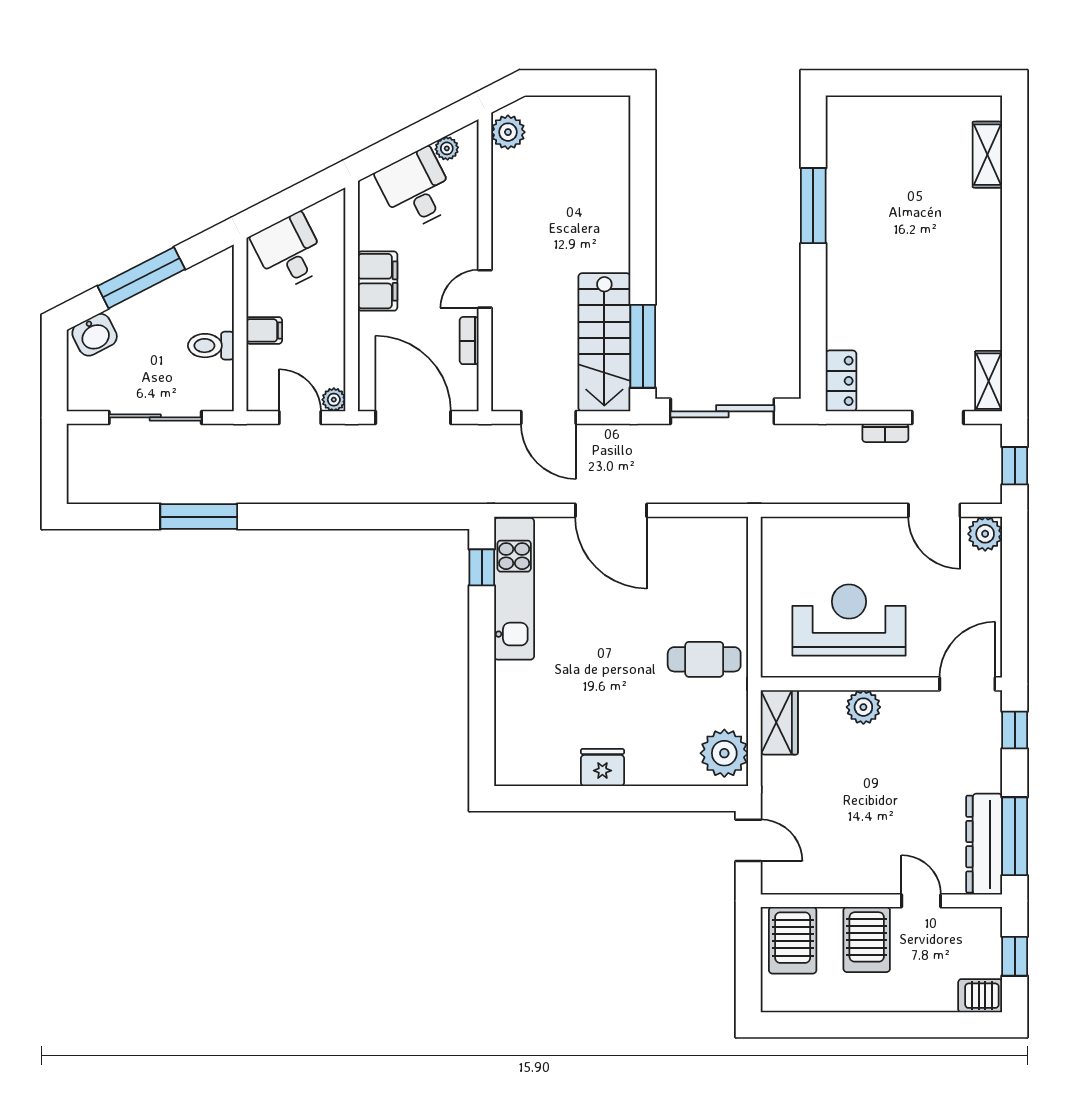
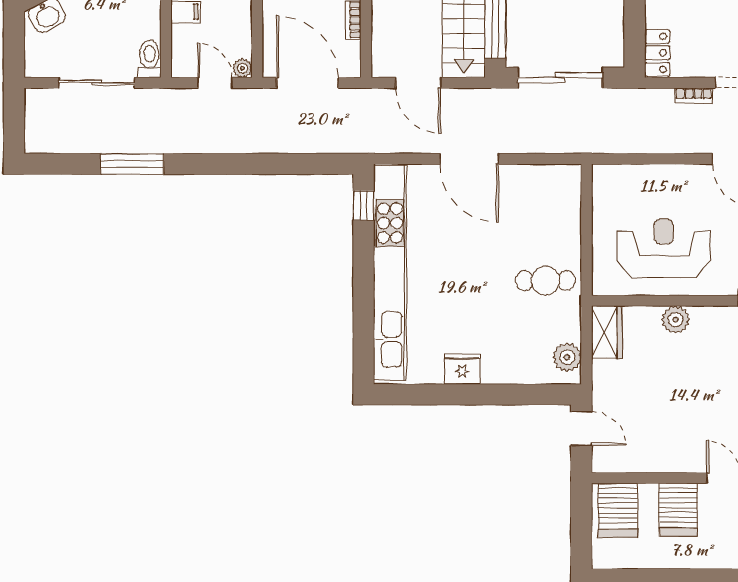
toilet: (211, 346) -> (149, 59), moved, turned 90
kitchen unit: (514, 589) -> (390, 273), width x1.86
plant: (724, 753) -> (567, 357), width x0.73, depth x0.73

